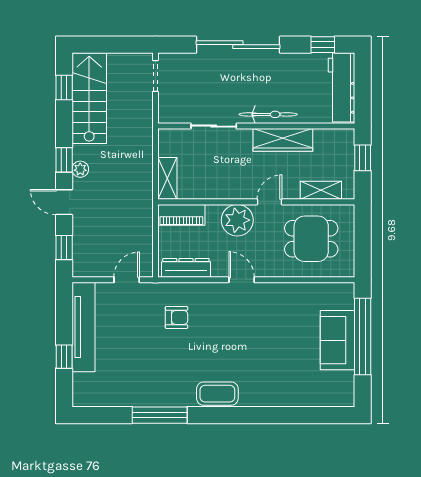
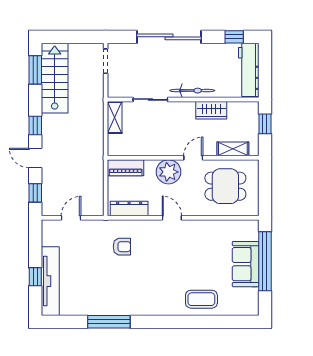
window: (64, 87) -> (35, 70), width x1.50
wardrobe: (283, 140) -> (211, 110), width x0.67
plant: (80, 169) -> (48, 133), removed
shelving: (167, 178) -> (115, 118), moved
door: (127, 280) -> (71, 218), moved
tv unit: (83, 327) -> (50, 281), moved
coffee table: (217, 394) -> (201, 299), moved

